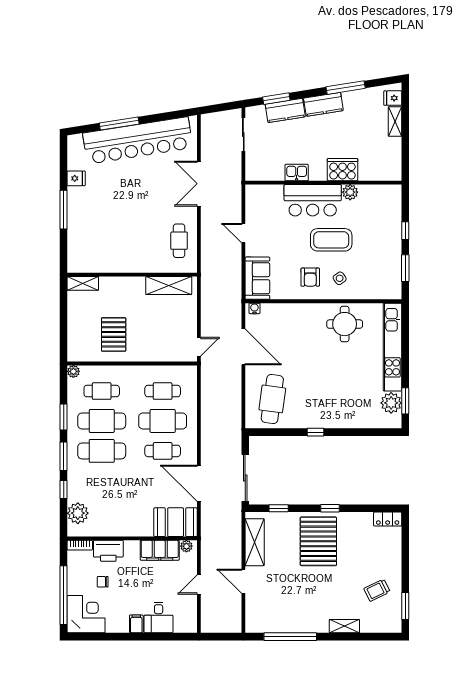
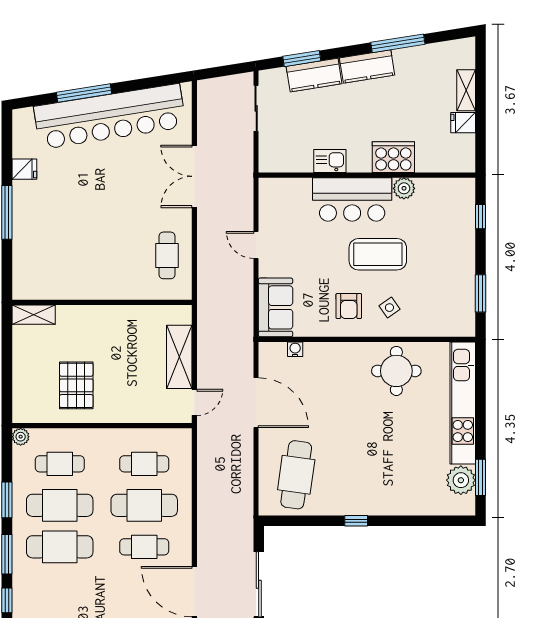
fridge: (393, 98) -> (463, 123), moved
window: (405, 231) -> (481, 217), moved
shelving: (169, 285) -> (179, 357), moved, turned 90
water cooler: (254, 308) -> (295, 349), moved

